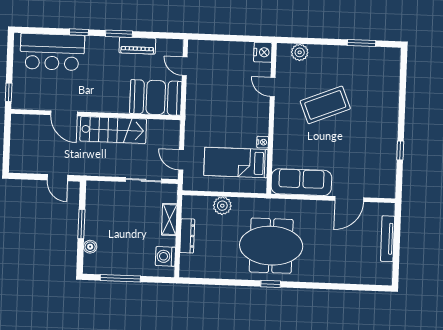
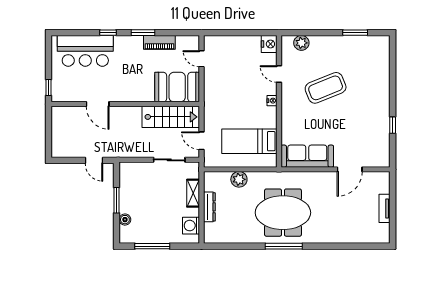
stairs: (113, 130) -> (171, 117), moved
nightstand: (263, 142) -> (272, 101), moved
tv unit: (388, 239) -> (384, 208), width x0.71
window: (271, 284) -> (284, 246), width x2.17

